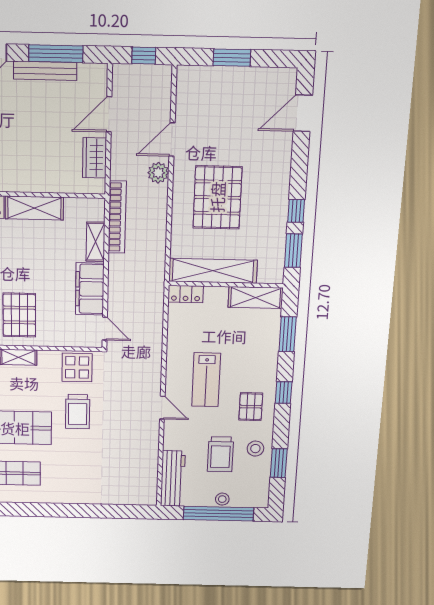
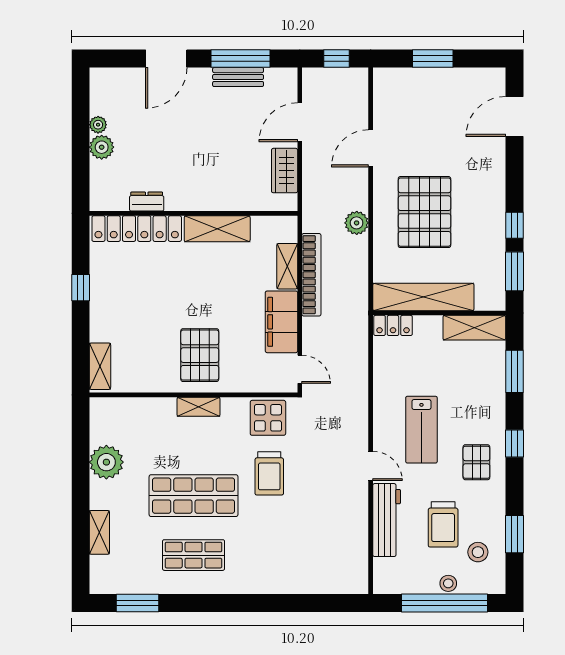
bench: (45, 71) -> (238, 77), width x0.73
plant: (158, 173) -> (357, 223), moved
bookcase: (117, 217) -> (311, 275), moved
stool: (255, 449) -> (478, 552), moved
workbench: (173, 479) -> (387, 520), moved

